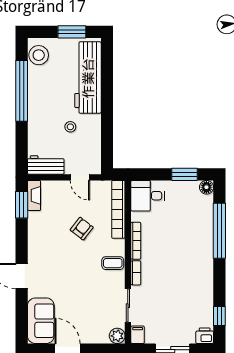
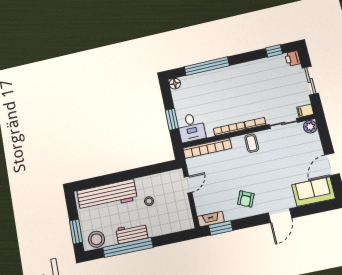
window: (72, 32) -> (76, 232), moved
workbench: (46, 165) -> (132, 233), moved, turned 90
window: (184, 174) -> (172, 119), moved
armchair: (82, 229) -> (246, 199), moved, turned -104

